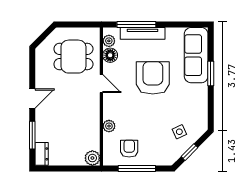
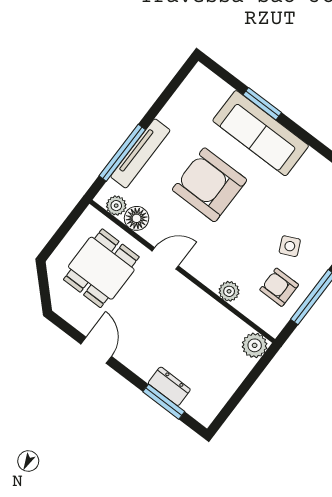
sofa: (196, 55) -> (261, 133), moved
door: (32, 98) -> (96, 350), moved
side table: (179, 132) -> (290, 246), moved
dresser: (42, 154) -> (169, 386), moved

